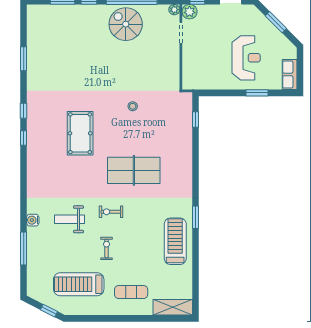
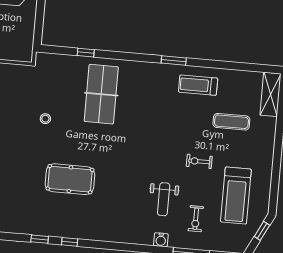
window: (196, 119) -> (86, 53), moved
table tennis table: (134, 170) -> (101, 94), moved
exercise bike: (111, 212) -> (196, 219), moved
treadmill: (175, 241) -> (198, 85), width x0.73, depth x0.73
exercise mat: (131, 292) -> (231, 122), moved, turned 90

